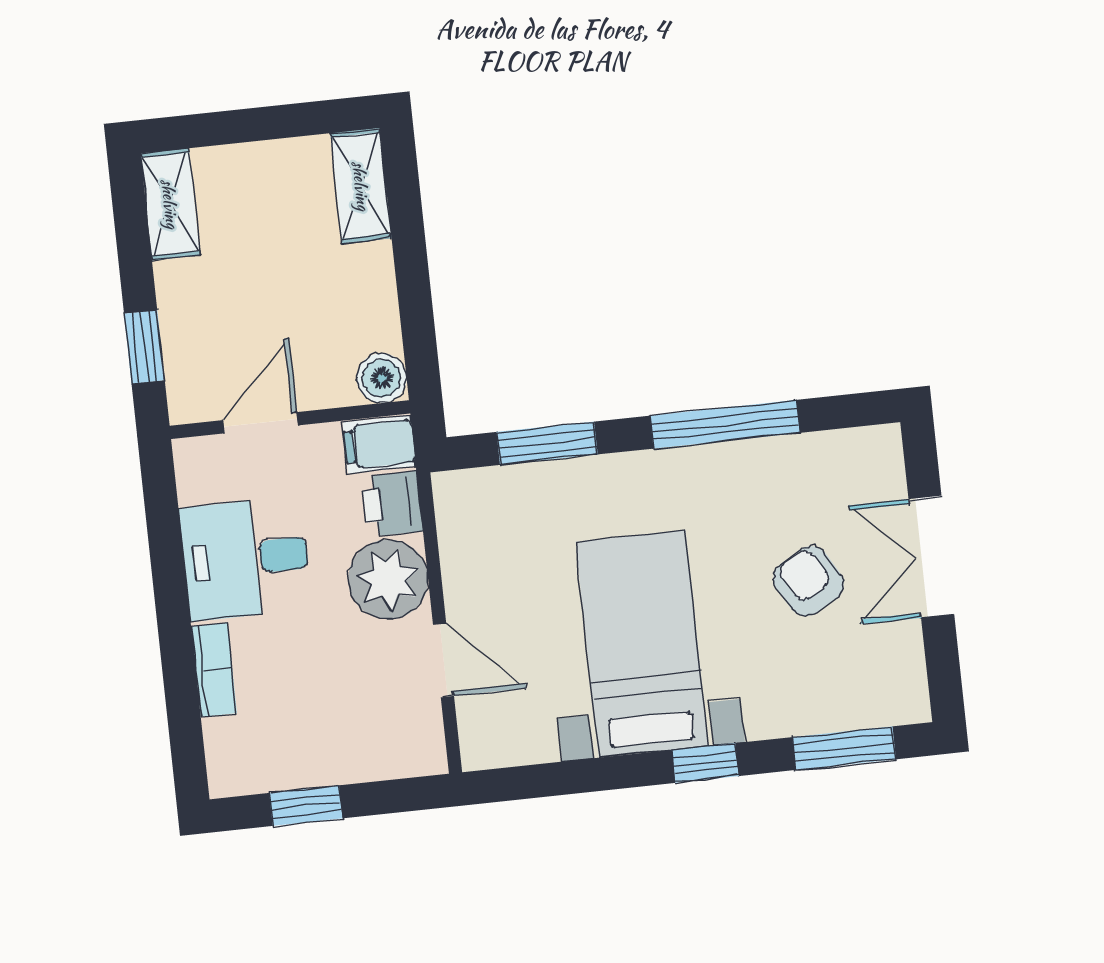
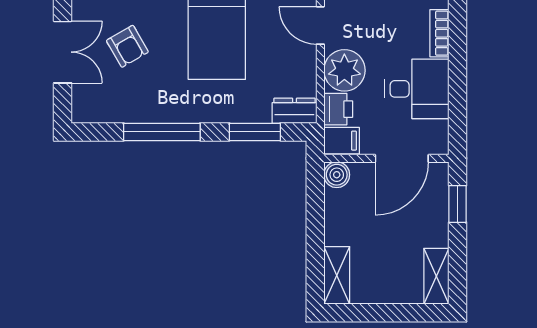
door: (261, 423) -> (402, 158), width x1.38
dresser: (476, 492) -> (294, 111), added

